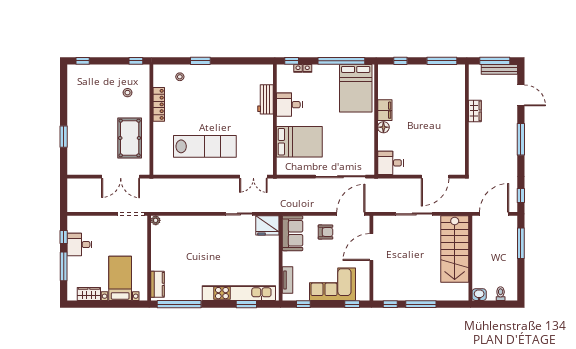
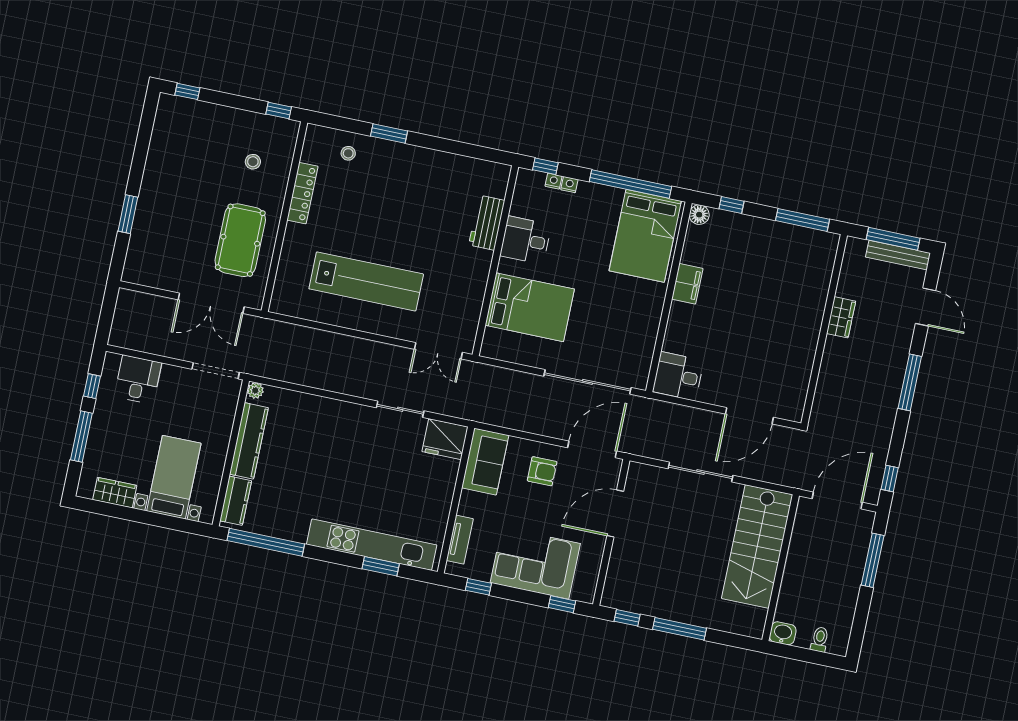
floor lamp: (383, 127) -> (699, 215), moved
desk: (79, 245) -> (138, 380), moved, turned 90
kitchen counter: (158, 249) -> (249, 441), added

